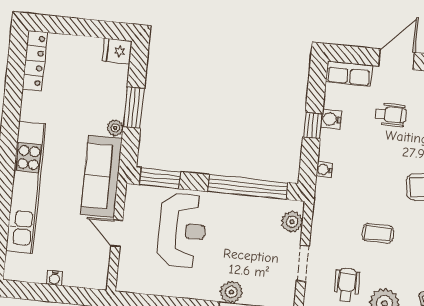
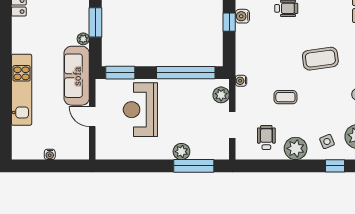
water cooler: (324, 170) -> (241, 81), moved
kitchen unit: (26, 188) -> (22, 90), width x0.73
reception desk: (182, 230) -> (140, 110), turned 180

